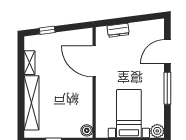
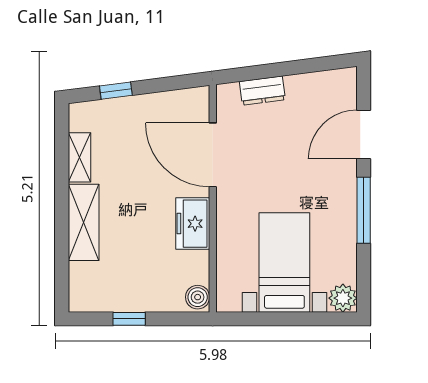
freezer: (84, 95) -> (193, 224), added
shelving: (31, 103) -> (84, 222), width x0.68

